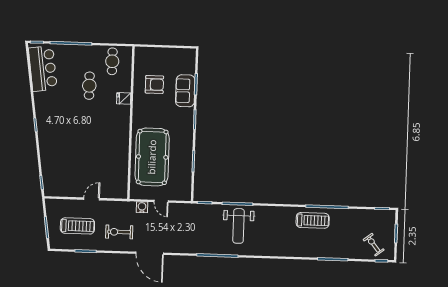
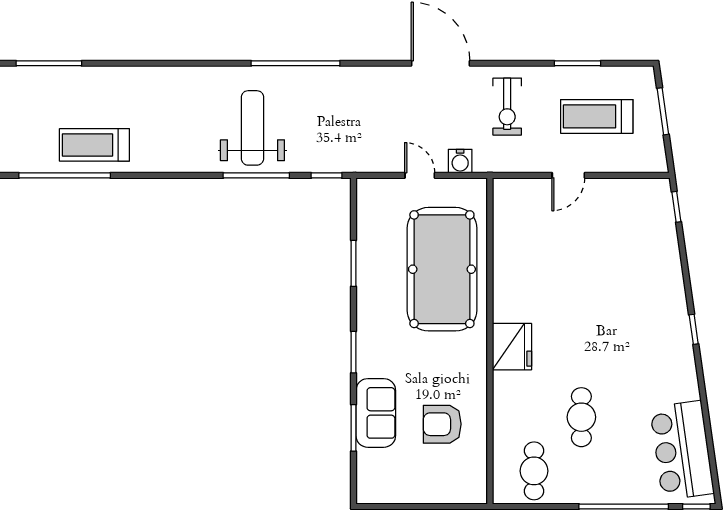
fridge: (124, 98) -> (512, 347), moved, width x1.88, depth x1.34
exercise bike: (119, 232) -> (507, 107), turned 90

